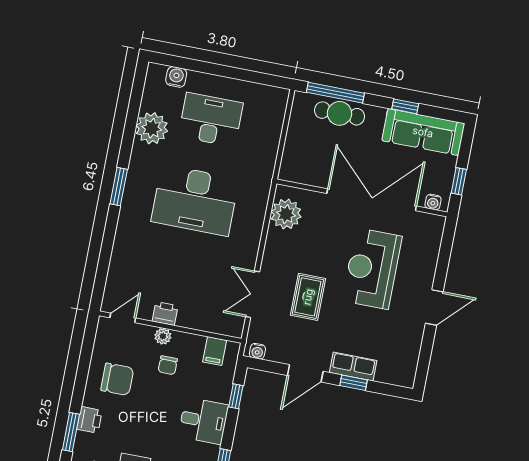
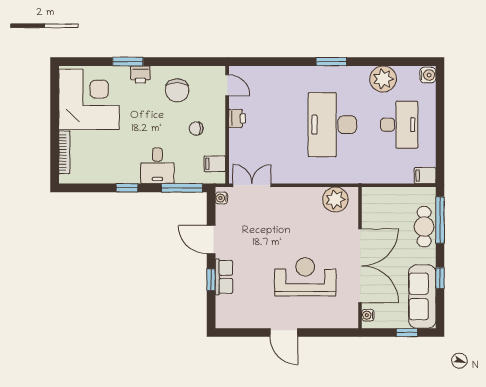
water cooler: (176, 77) -> (428, 75), moved
filing cabinet: (278, 100) -> (425, 176), added
window: (459, 181) -> (407, 333), moved
double door: (253, 294) -> (252, 185), moved
rug: (308, 297) -> (273, 230), removed
plant: (163, 336) -> (219, 120), removed
window: (236, 396) -> (182, 188), width x2.17

